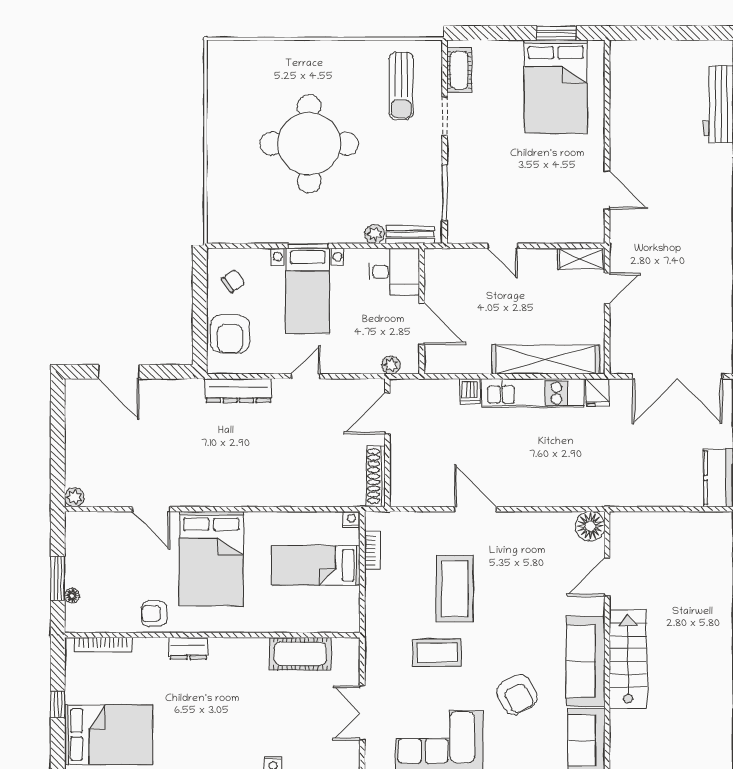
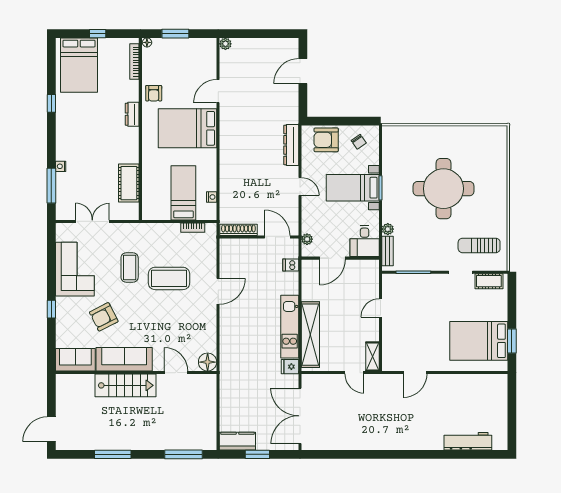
dishwasher: (470, 391) -> (291, 265), moved
nightstand: (351, 520) -> (212, 197), moved
floor lamp: (72, 596) -> (147, 42), moved
armchair: (154, 614) -> (154, 93), turned 180

